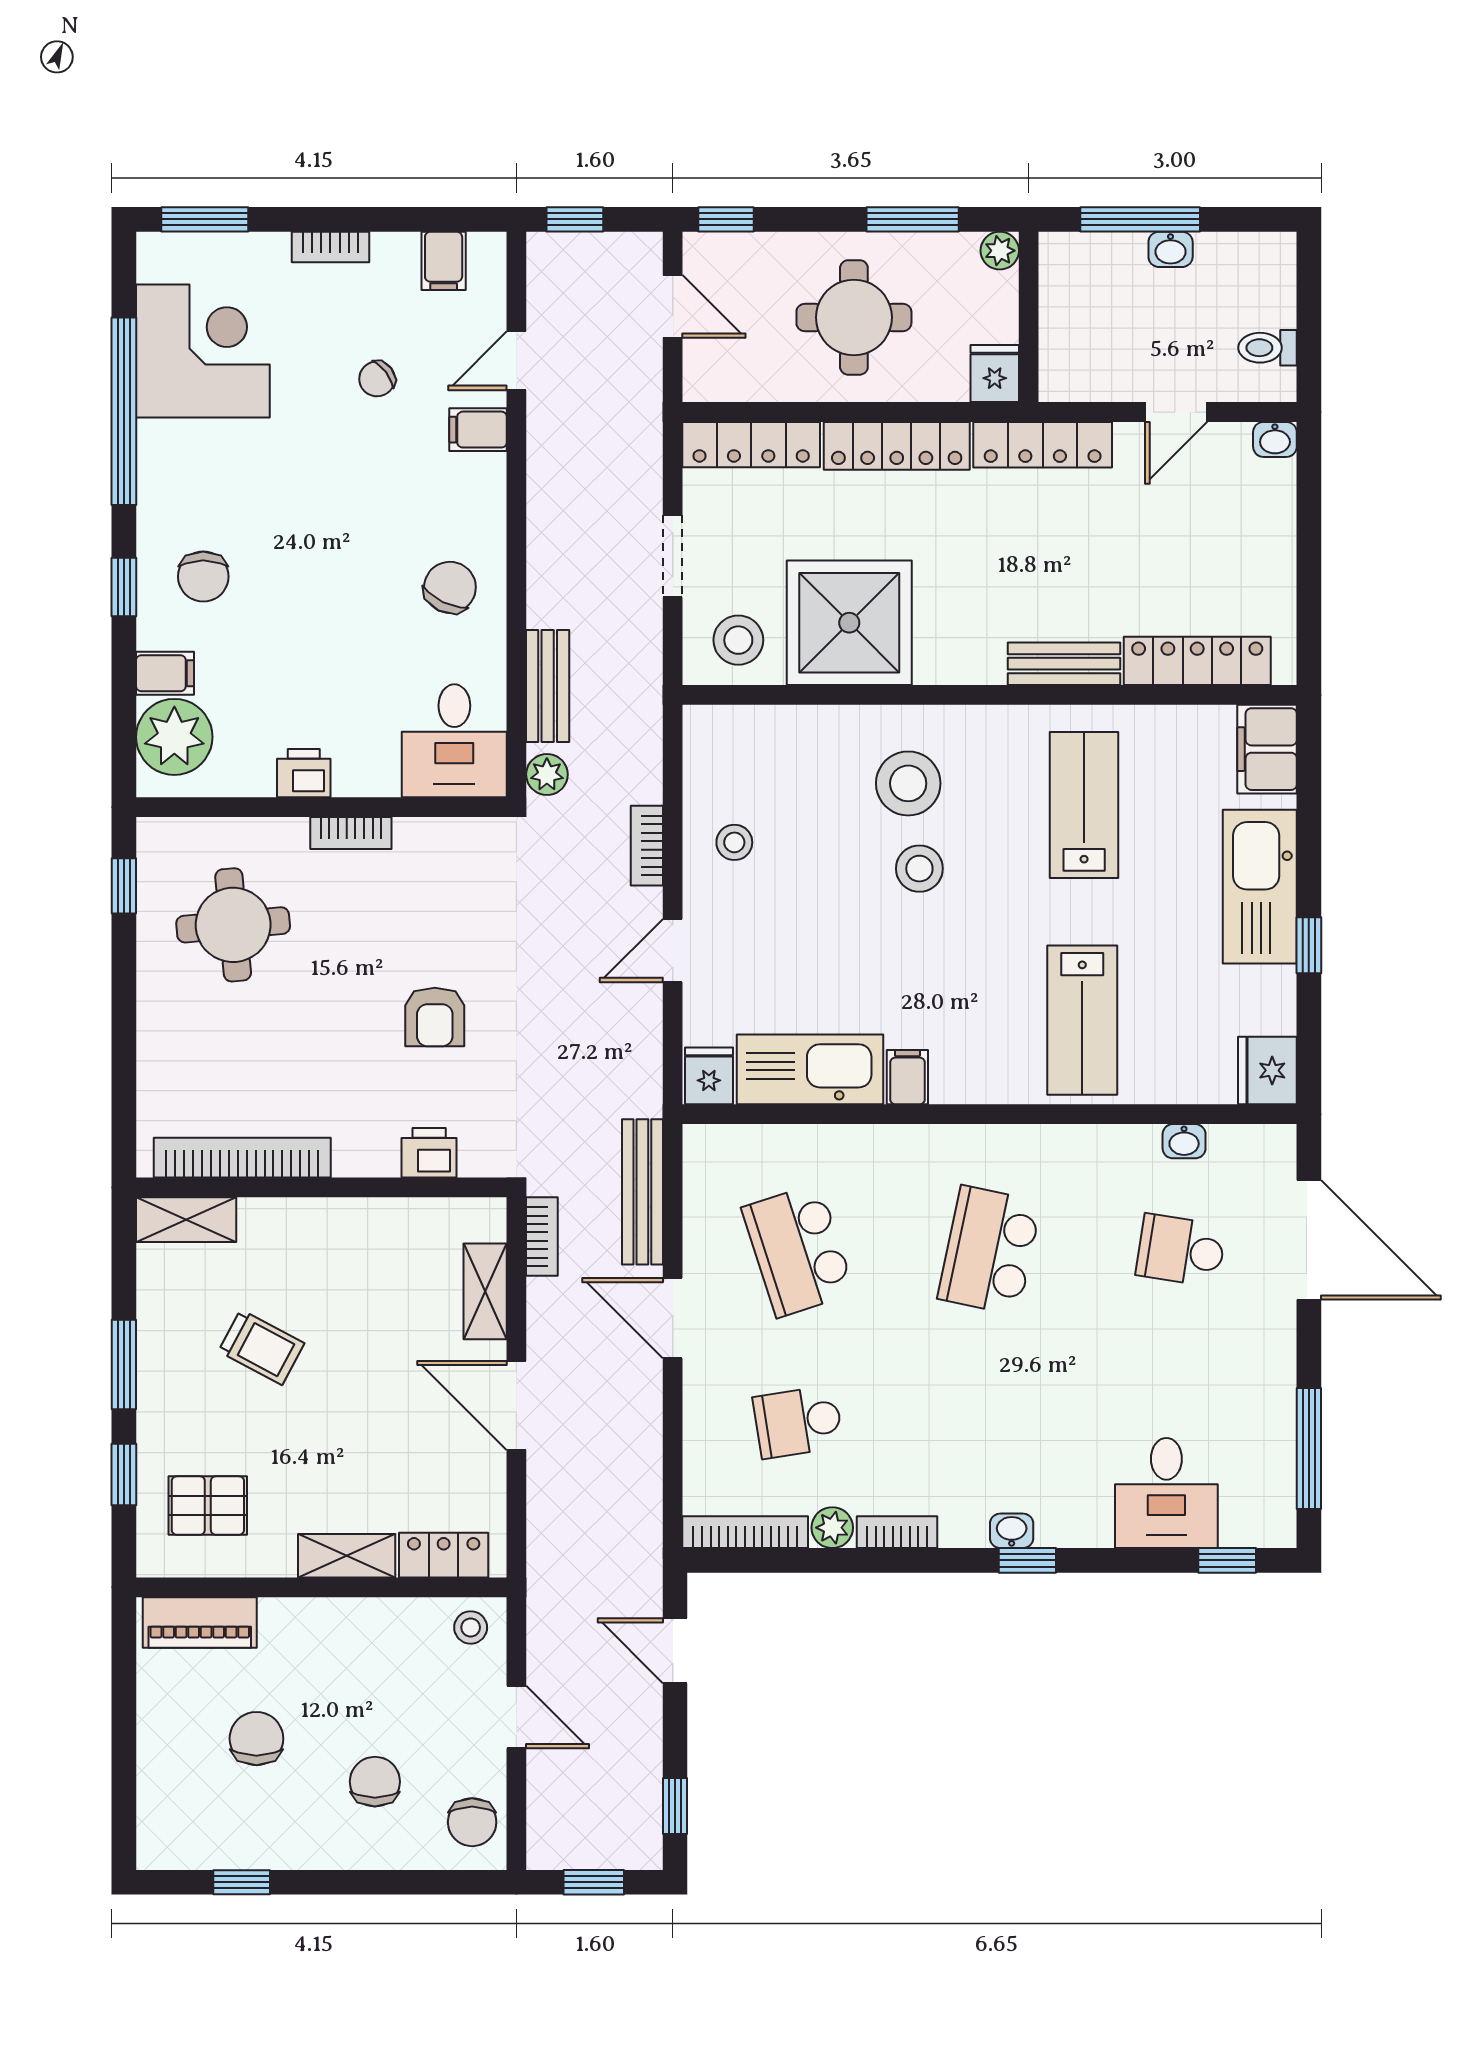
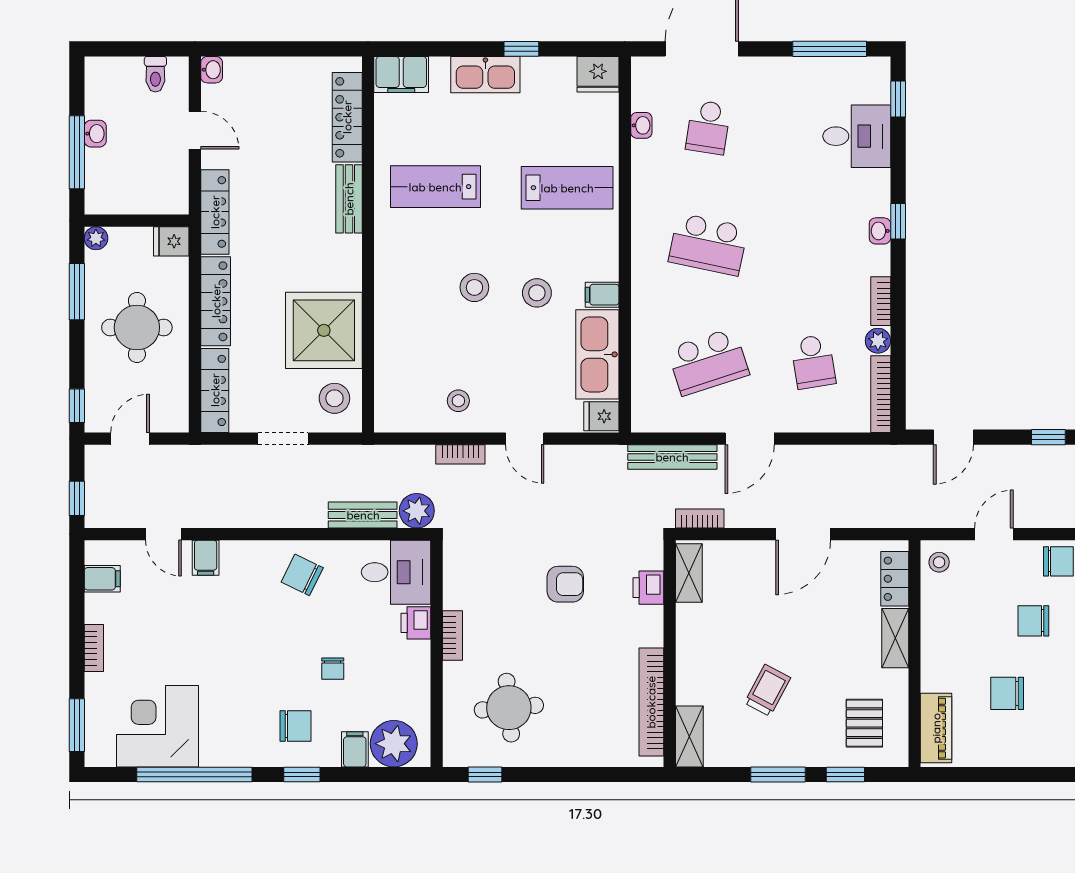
chair: (377, 379) -> (333, 669), moved, turned 37
printer: (304, 773) -> (416, 623), moved
plant: (547, 774) -> (417, 511), width x1.38, depth x1.38
stool: (908, 783) -> (537, 293), moved, width x0.73, depth x0.73
kitchen sink: (1260, 887) -> (485, 75), width x0.73, depth x0.81
shelving: (485, 1291) -> (689, 573), moved, turned 90

